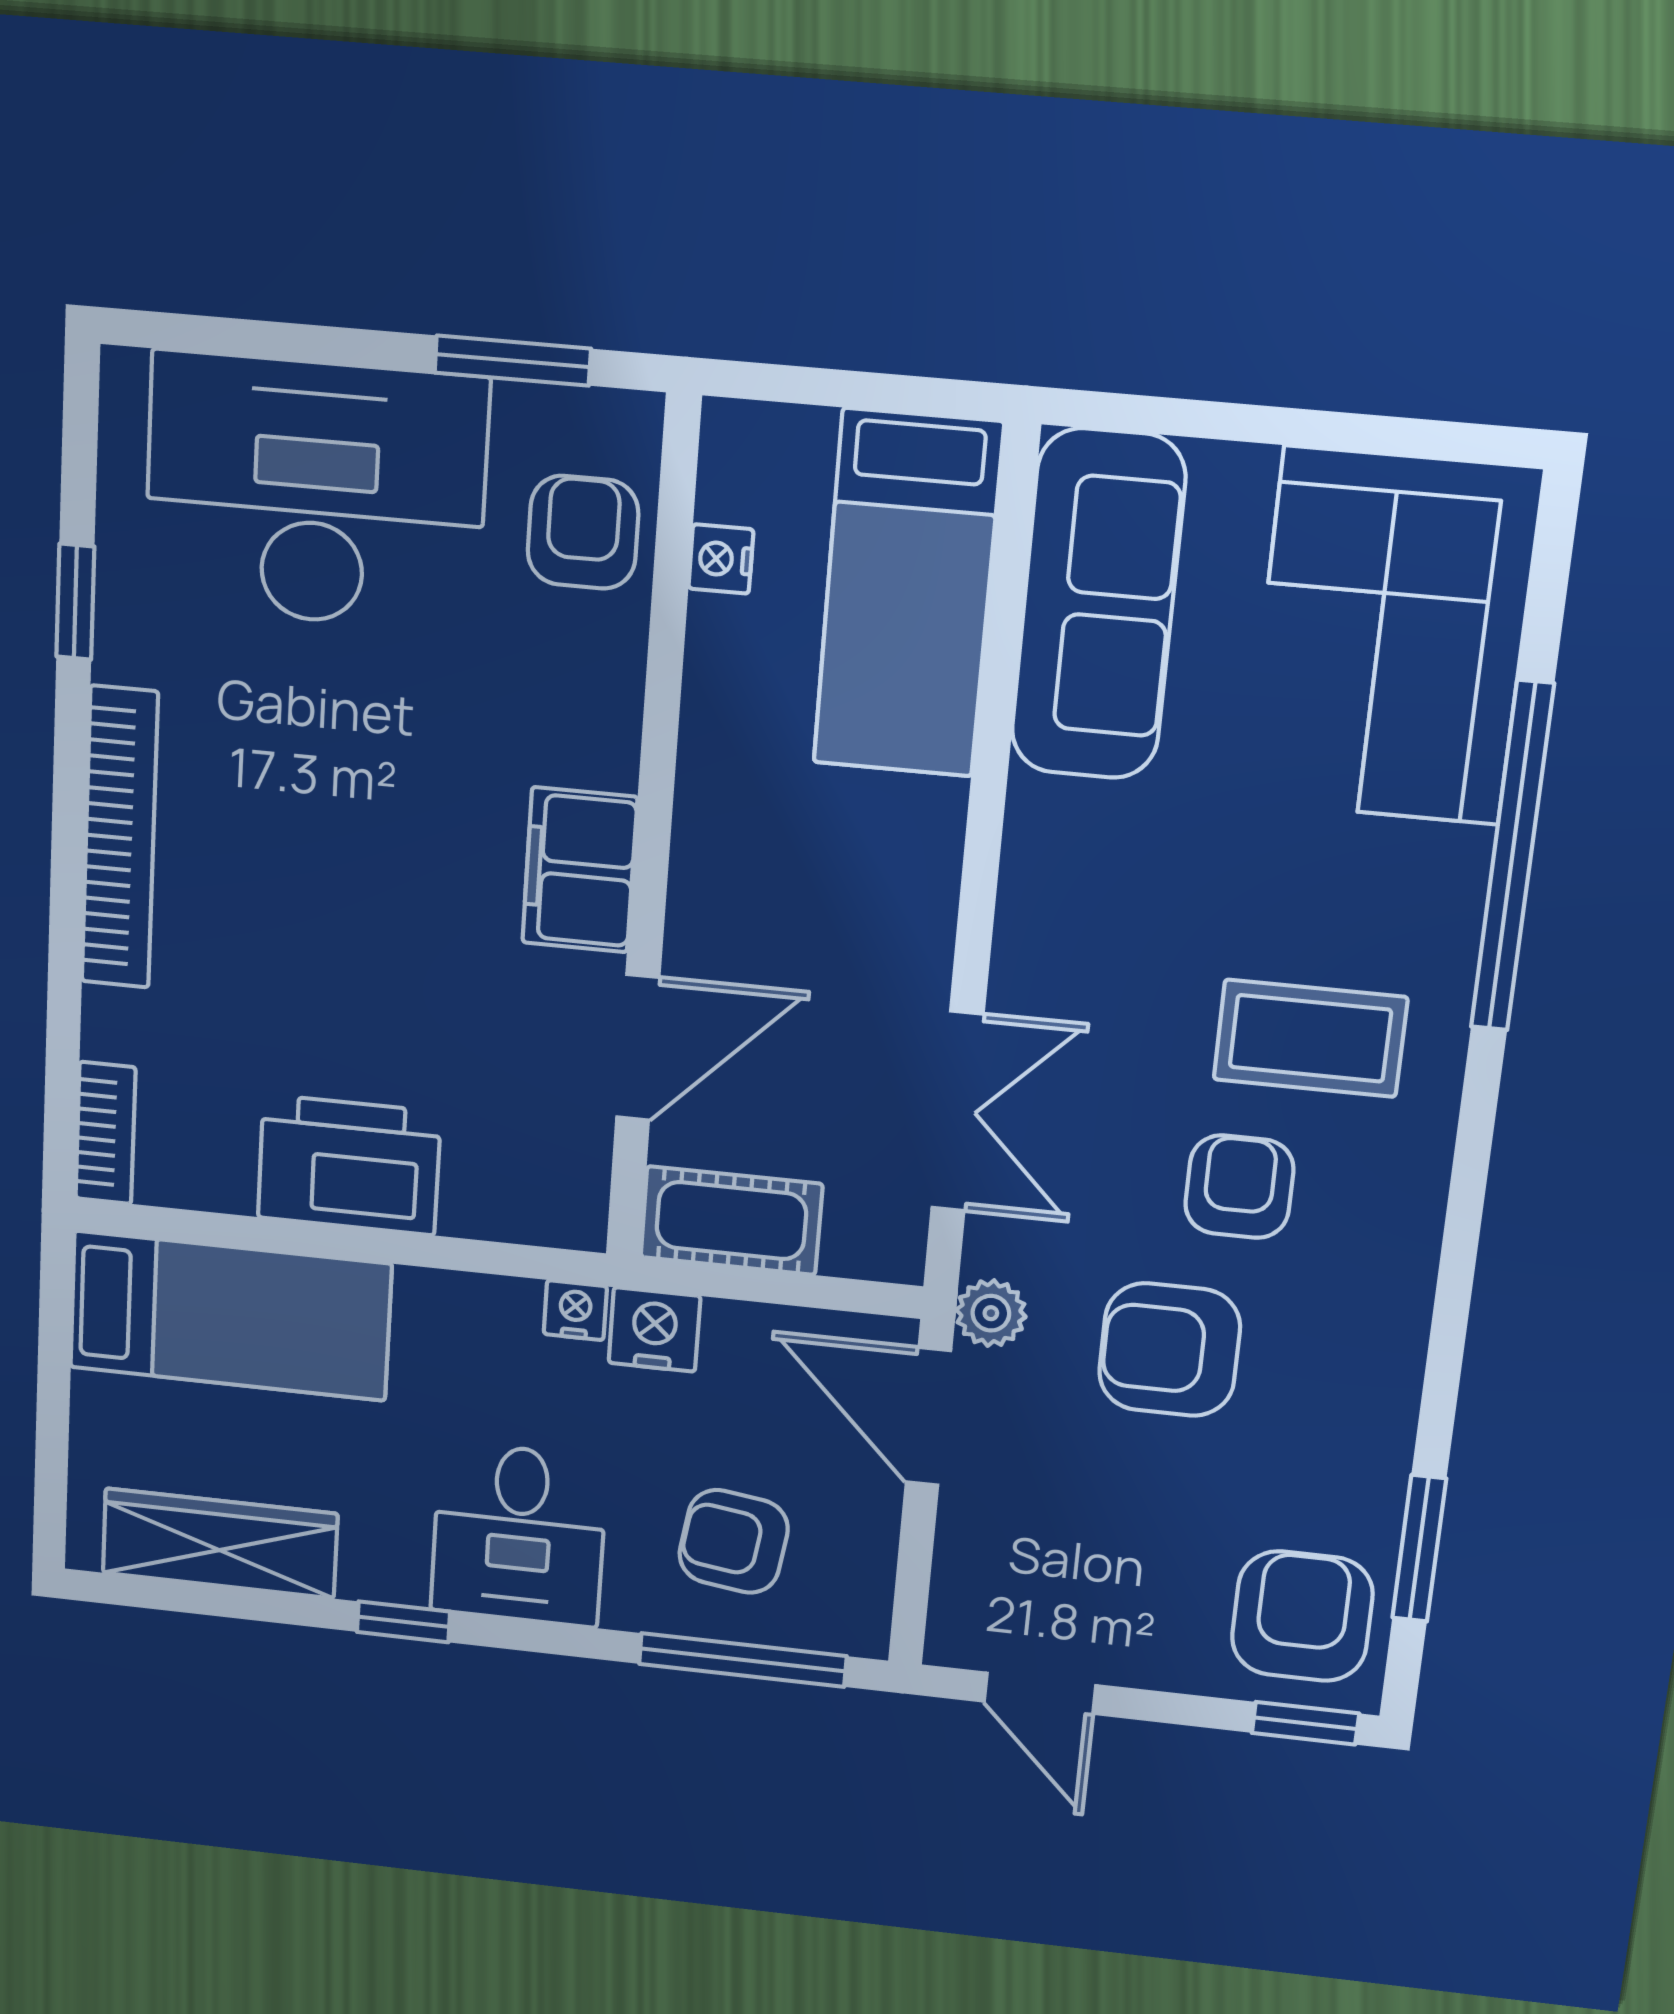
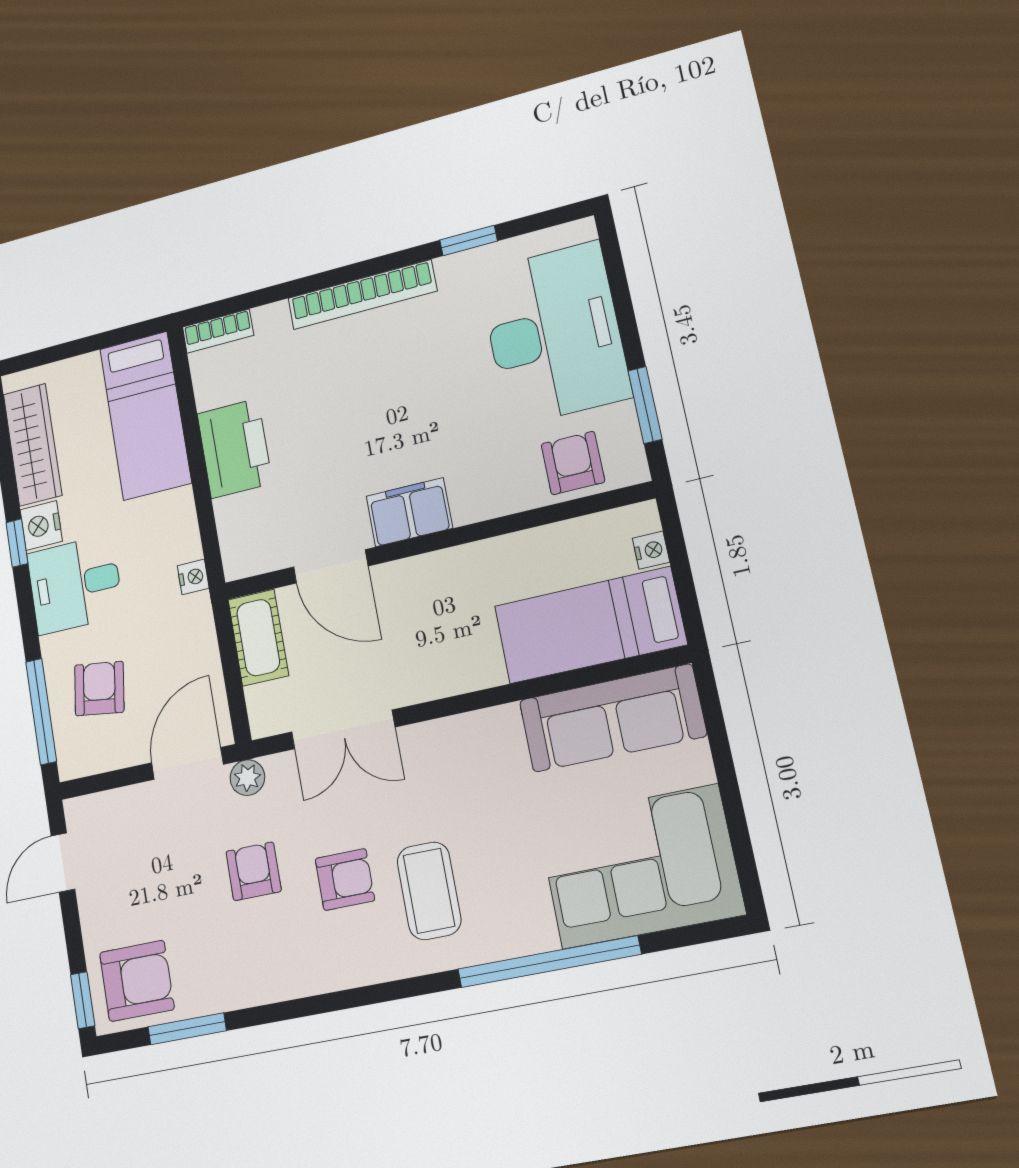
armchair: (583, 532) -> (573, 463), turned -90
nightstand: (721, 559) -> (651, 550), moved, turned 90
nightstand: (655, 1330) -> (41, 525), moved, turned 180
armchair: (1170, 1350) -> (254, 871), width x0.72, depth x0.72

